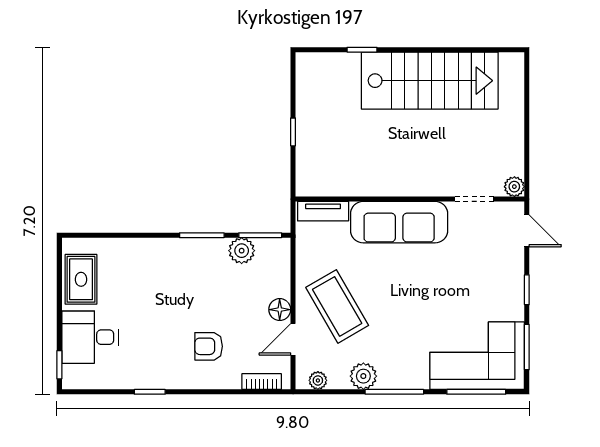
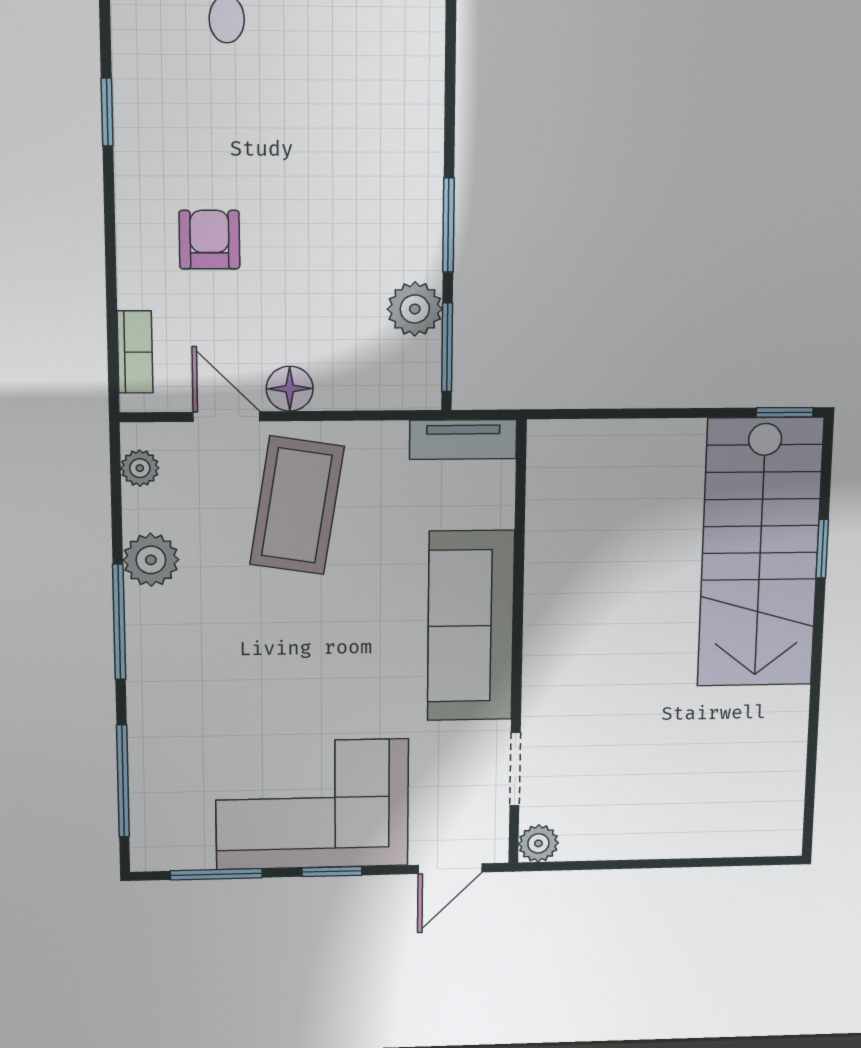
stairs: (430, 81) -> (760, 553), moved
window: (293, 132) -> (785, 412), moved
tv unit: (323, 211) -> (463, 439), moved, turned -90
coffee table: (337, 306) -> (297, 505), turned -51
corner sofa: (477, 356) -> (312, 804), moved, turned -90

